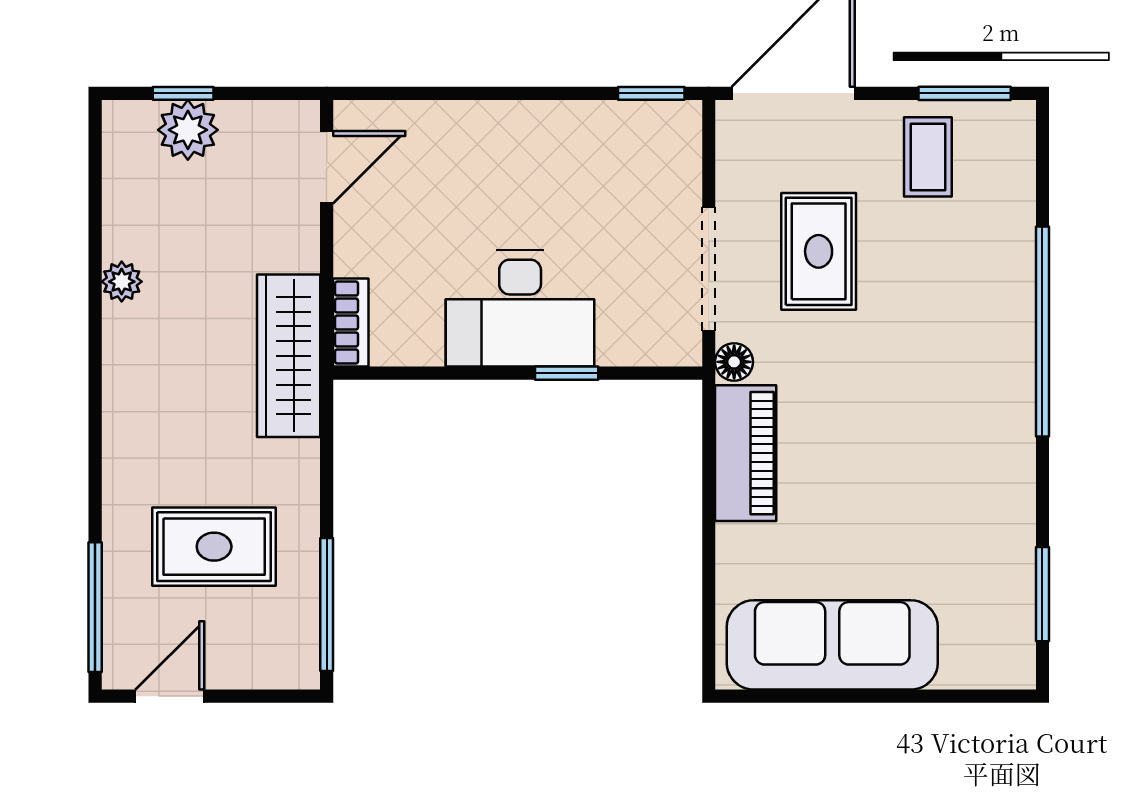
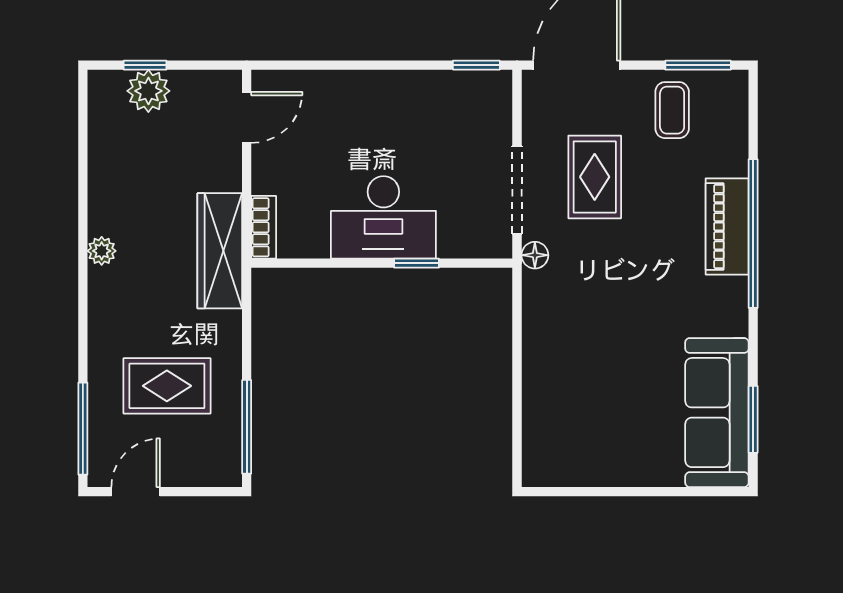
plant: (122, 282) -> (102, 251), moved
piano: (746, 453) -> (727, 226), moved, turned 180
sofa: (832, 645) -> (717, 413), moved, turned -90

